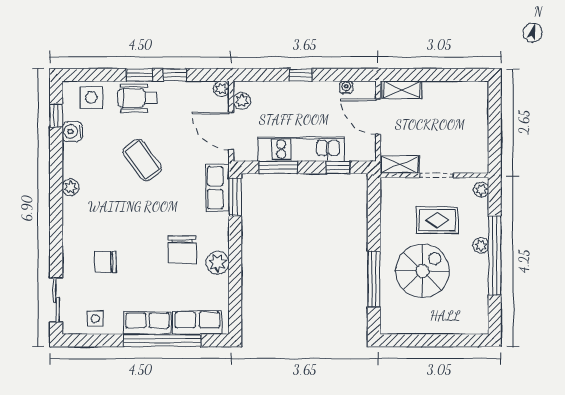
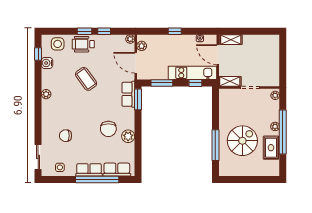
kitchen unit: (301, 149) -> (192, 73), moved
rug: (437, 220) -> (271, 148), moved, turned 90

